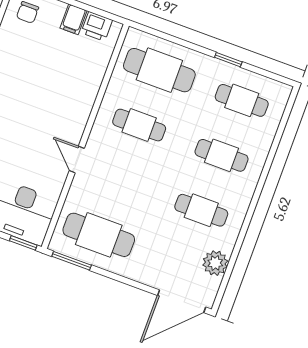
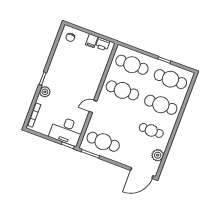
cafe table: (242, 100) -> (170, 79), width x1.37, depth x1.35
cafe table: (139, 125) -> (122, 90), width x1.37, depth x1.35
cafe table: (222, 155) -> (161, 105), width x1.37, depth x1.35
door: (77, 160) -> (93, 106), hinge flipped

